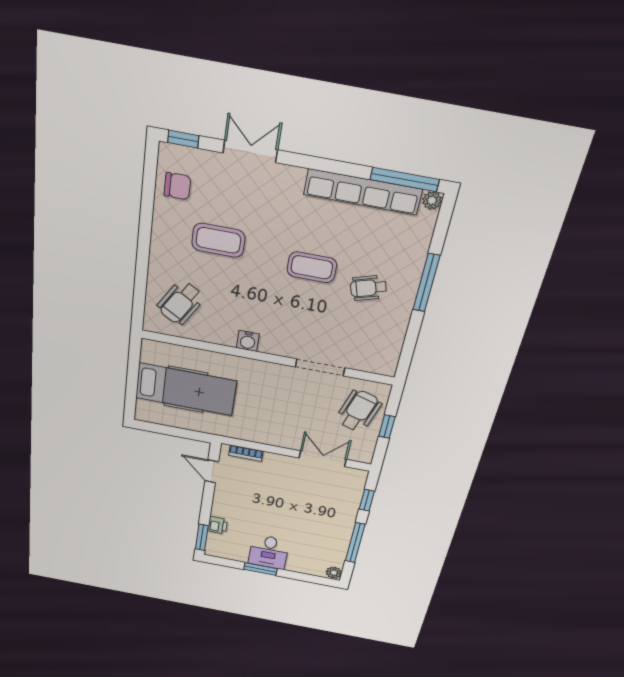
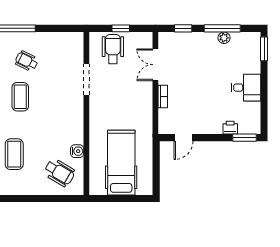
wheelchair: (369, 288) -> (27, 61), turned 133
water cooler: (248, 341) -> (77, 151), moved
wheelchair: (359, 411) -> (113, 49), turned 73
bookcase: (246, 453) -> (163, 97), moved
window: (260, 569) -> (264, 49), moved
plant: (334, 573) -> (224, 38), moved

